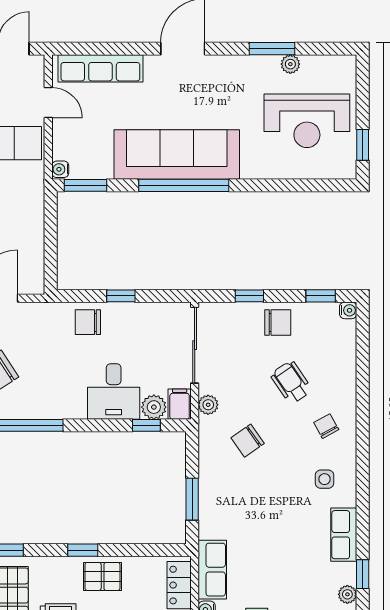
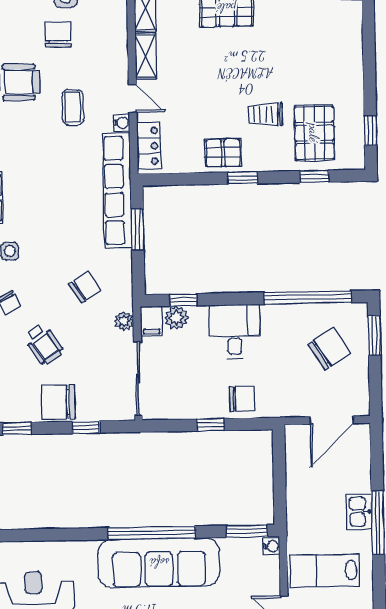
chair: (278, 322) -> (58, 402), width x1.37, depth x1.37
desk: (114, 392) -> (235, 332), moved
row of seats: (212, 570) -> (117, 190), width x2.02

